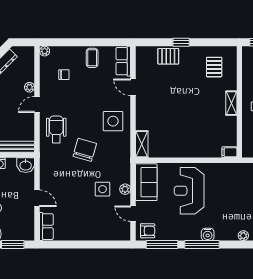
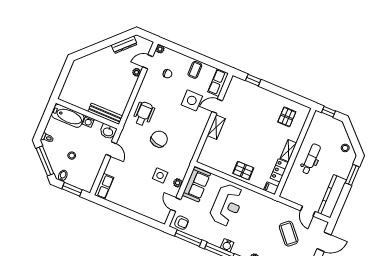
window: (181, 42) -> (253, 80), moved
pallet: (168, 56) -> (243, 171), moved
door: (133, 87) -> (217, 106), hinge flipped
door: (37, 104) -> (148, 62), moved
side table: (113, 121) -> (192, 100), moved
locker: (230, 129) -> (279, 170), added
shelving: (142, 144) -> (216, 127), moved
reception desk: (189, 191) -> (227, 205), turned 180
door: (37, 198) -> (111, 149), moved

